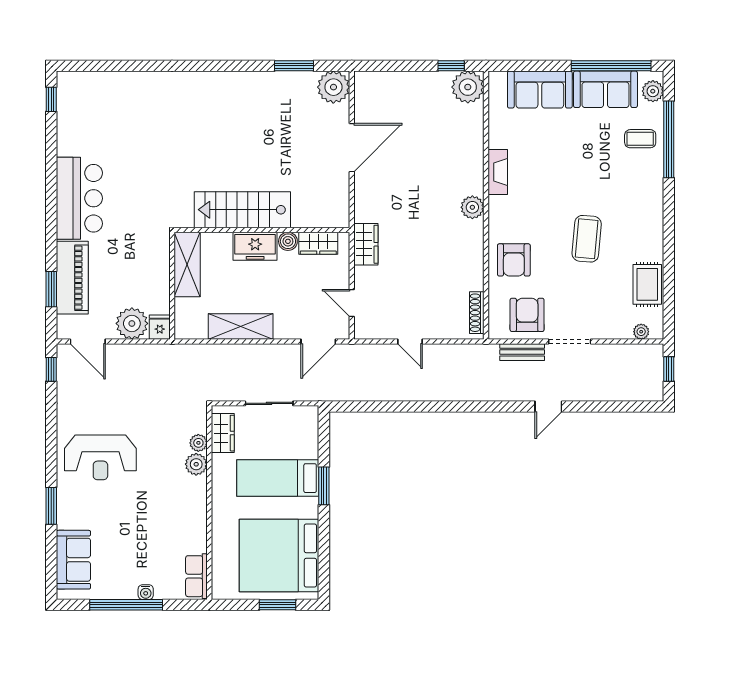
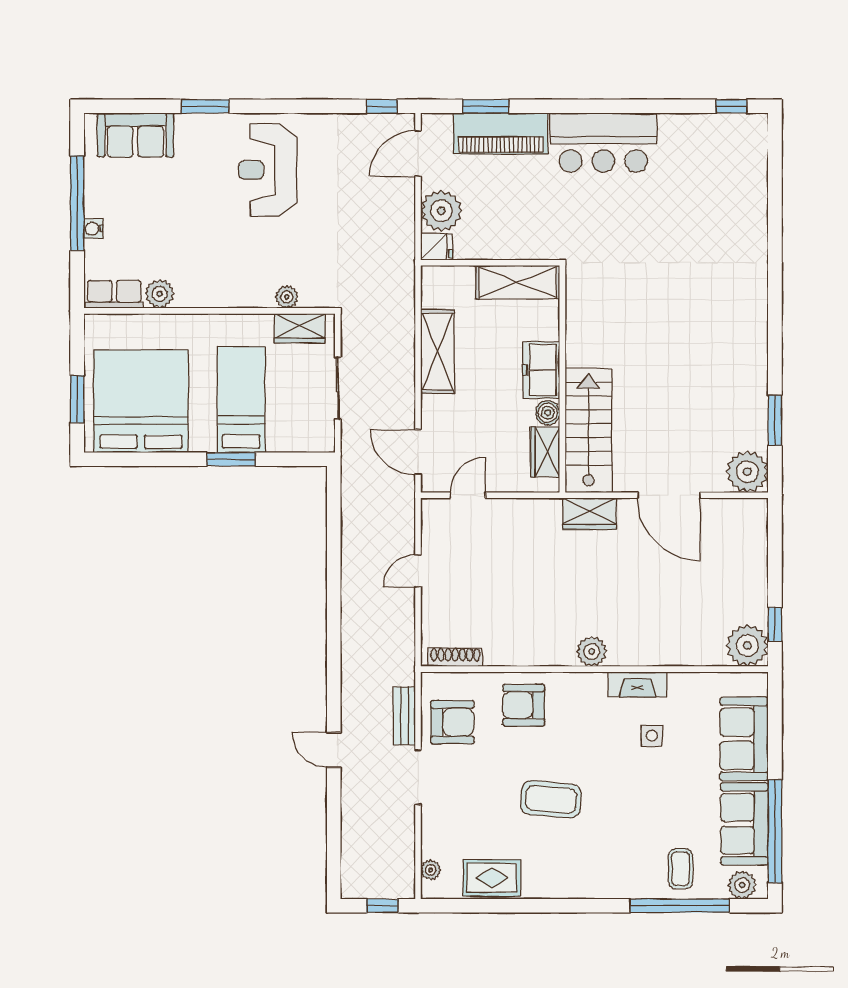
side table: (537, 161) -> (652, 736), added
stairs: (242, 210) -> (589, 430), moved
wardrobe: (366, 244) -> (590, 514), moved
plant: (196, 464) -> (160, 294), moved

